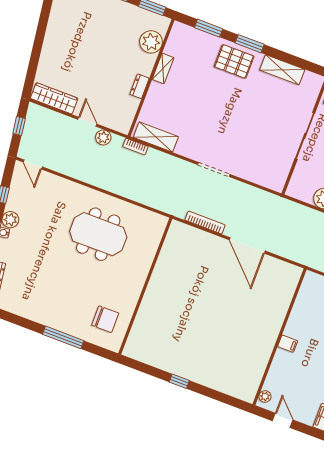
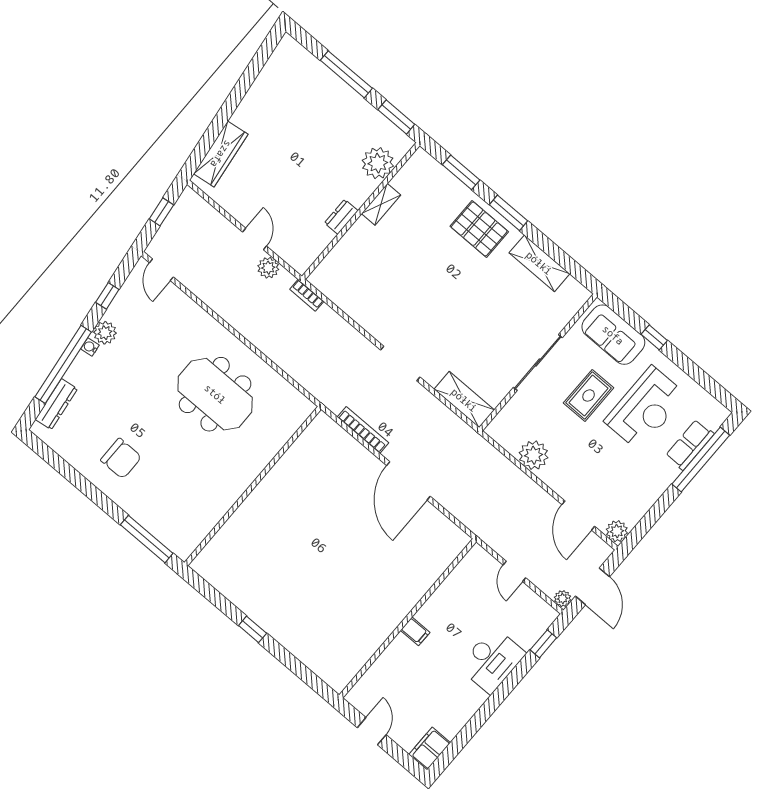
wardrobe: (54, 98) -> (221, 154), moved, turned 82
shelving: (156, 137) -> (464, 400), moved
chair: (105, 319) -> (121, 459), moved
window: (63, 337) -> (147, 539), moved
plant: (265, 396) -> (360, 691), removed

